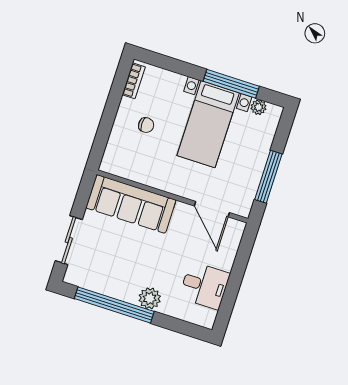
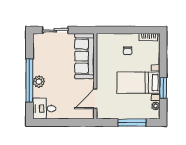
window: (231, 84) -> (163, 88), width x0.69
window: (268, 177) -> (132, 123), moved
desk: (205, 286) -> (44, 109), moved, turned 90
window: (114, 305) -> (29, 80), moved

